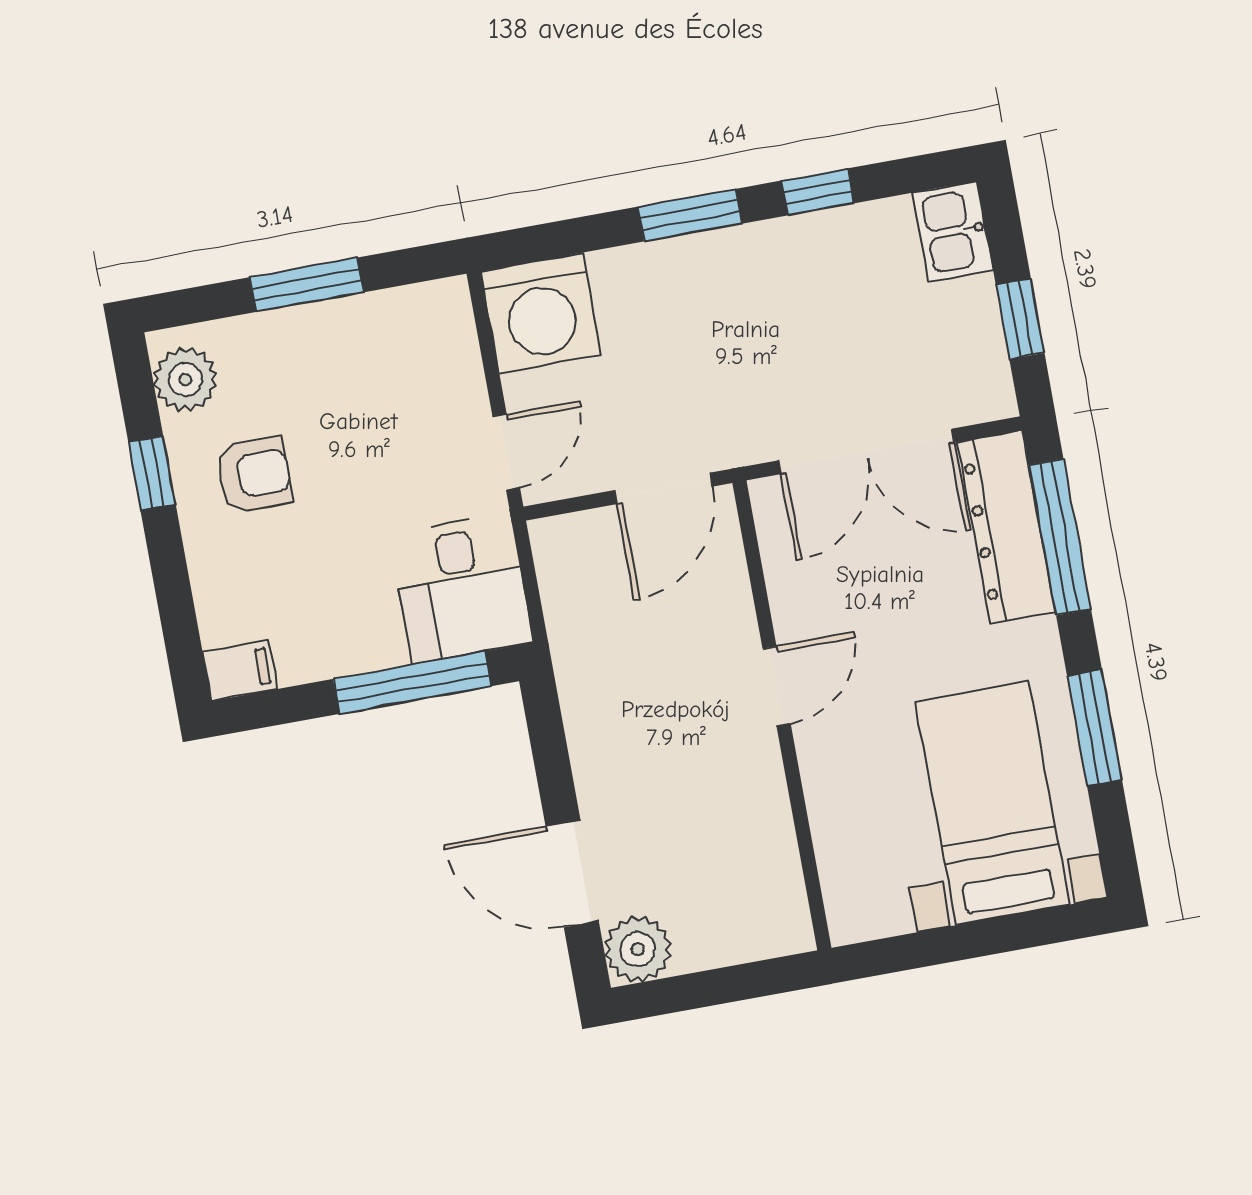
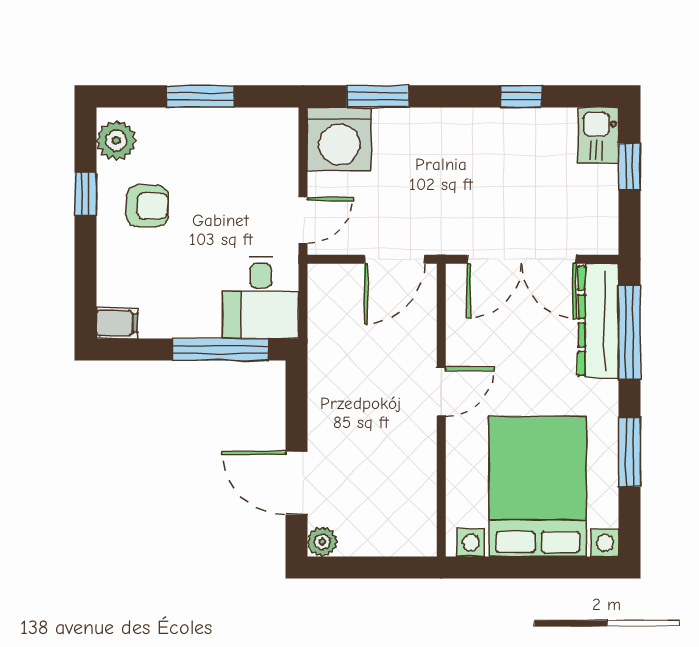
window: (690, 215) -> (378, 96), moved
window: (1020, 319) -> (629, 166), moved
bed with nightstands: (992, 803) -> (538, 486), width x1.36
plant: (638, 949) -> (322, 542), width x0.73, depth x0.73

